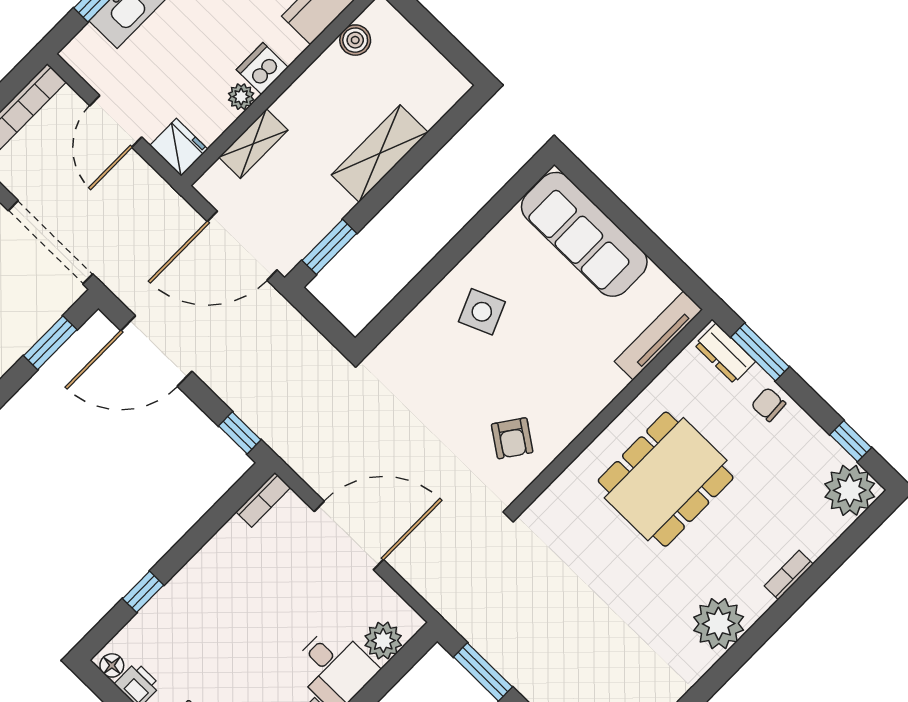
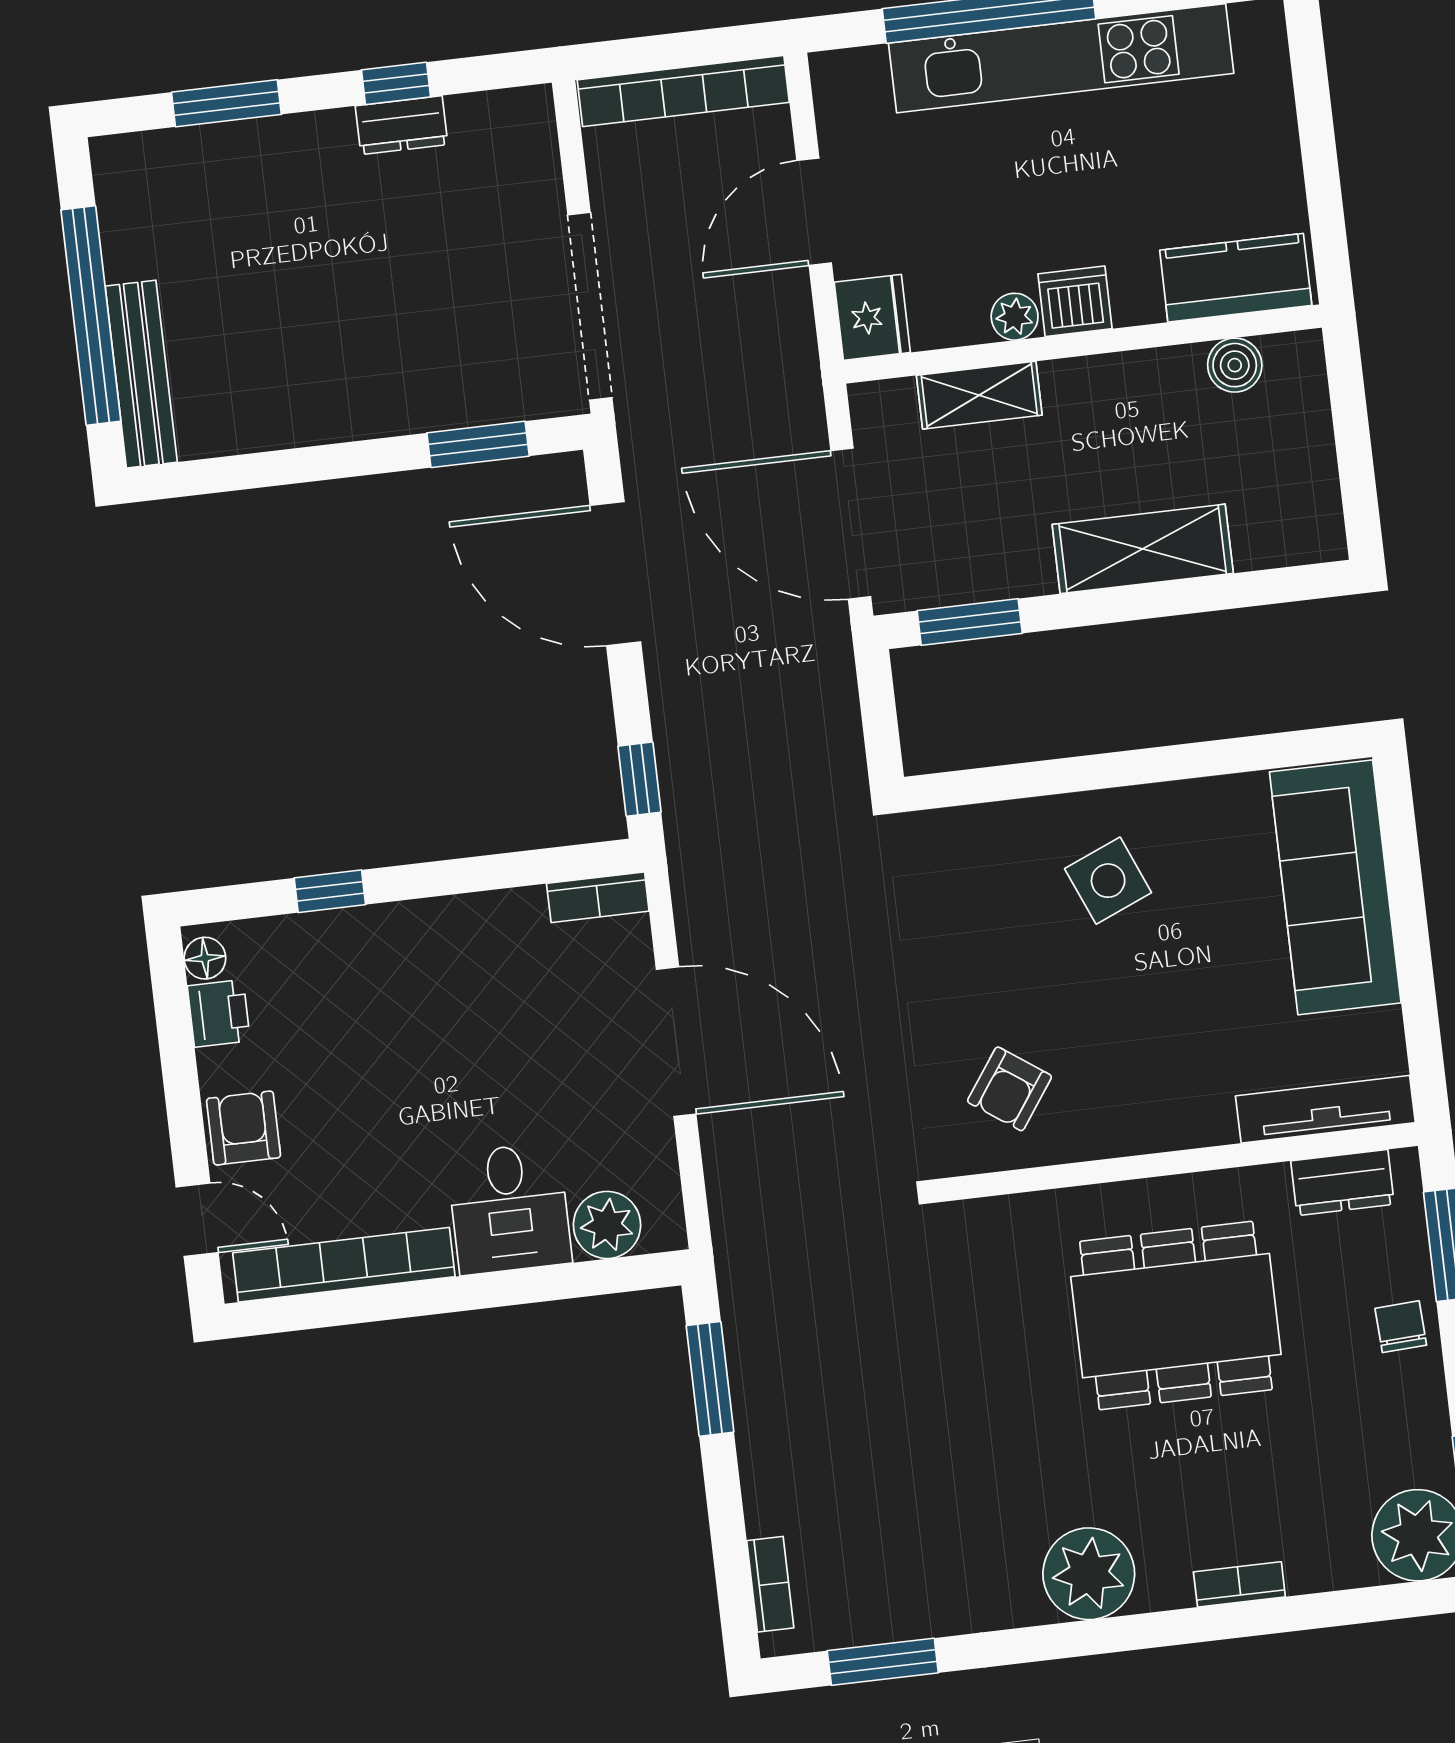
dresser: (725, 353) -> (1342, 1183), moved, turned -90

